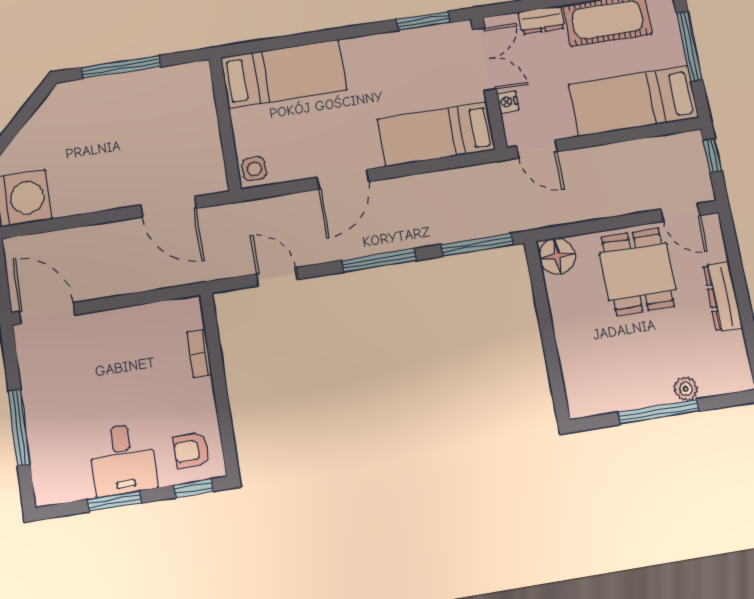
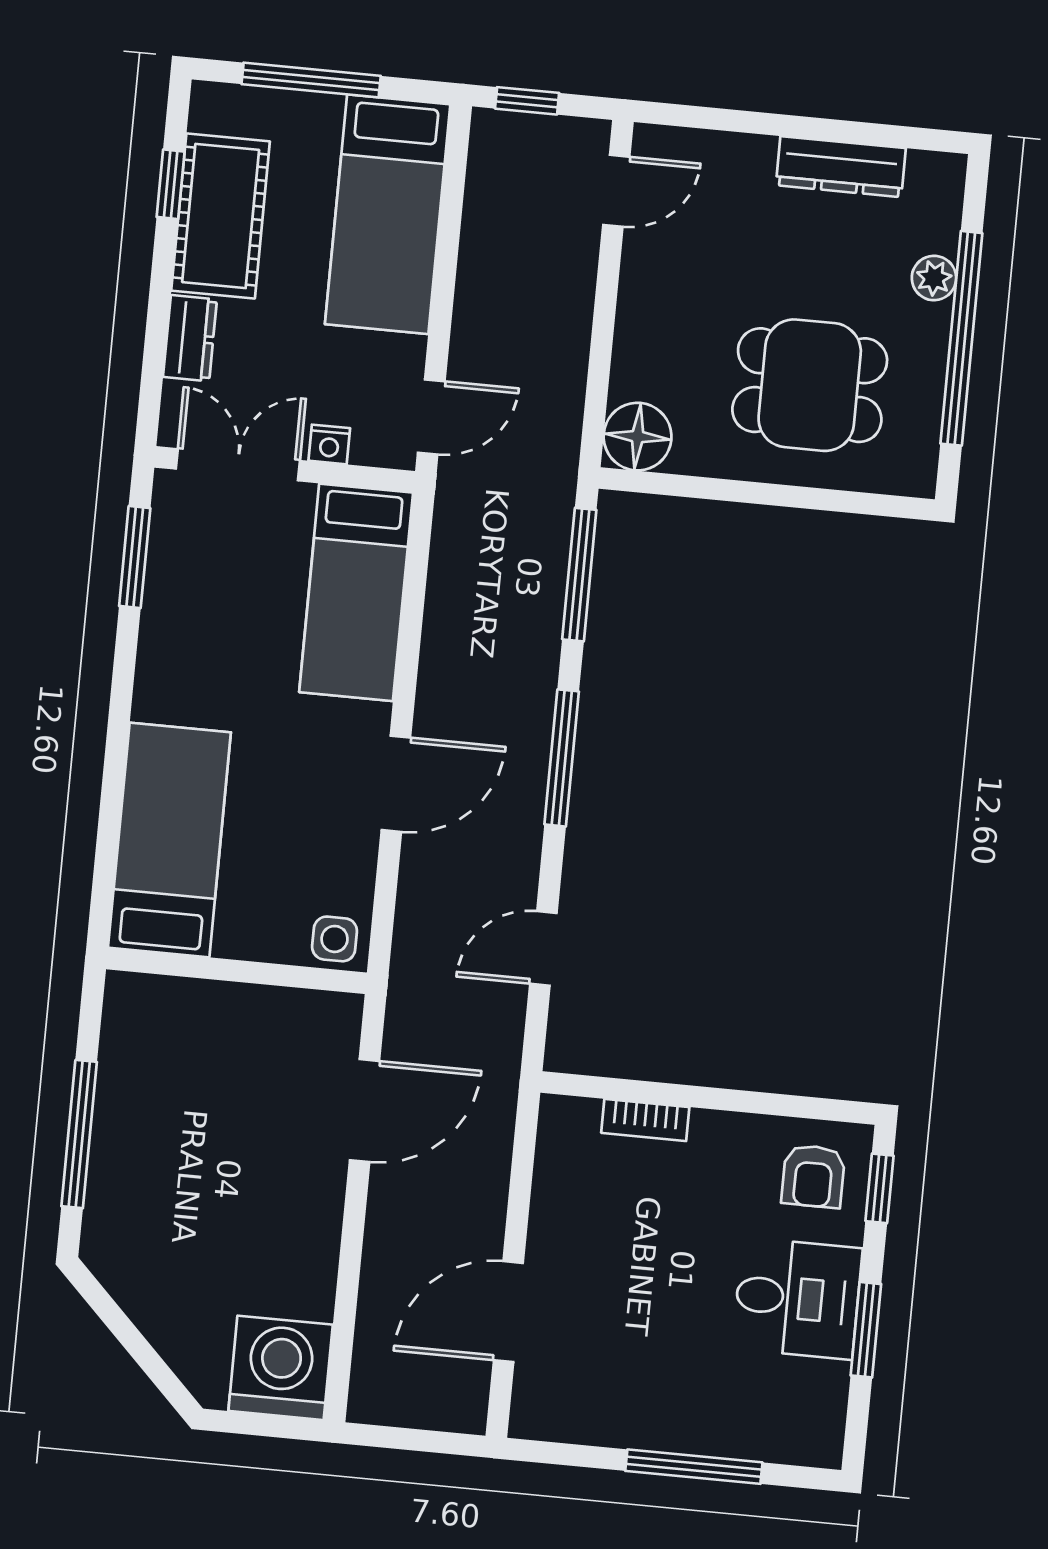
door: (343, 179) -> (396, 784), hinge flipped
dining table: (638, 272) -> (810, 385), moved
dresser: (723, 296) -> (841, 167), moved
door: (47, 313) -> (508, 1312), moved
window: (659, 412) -> (961, 338), width x1.46

